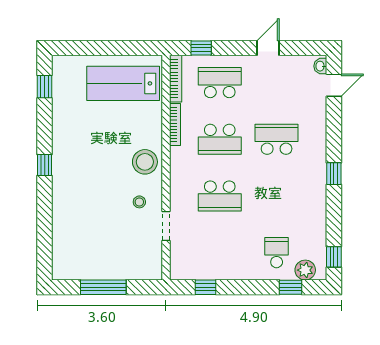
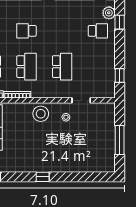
school desk: (277, 139) -> (26, 31), width x0.54
school desk: (277, 253) -> (98, 31), turned 180

